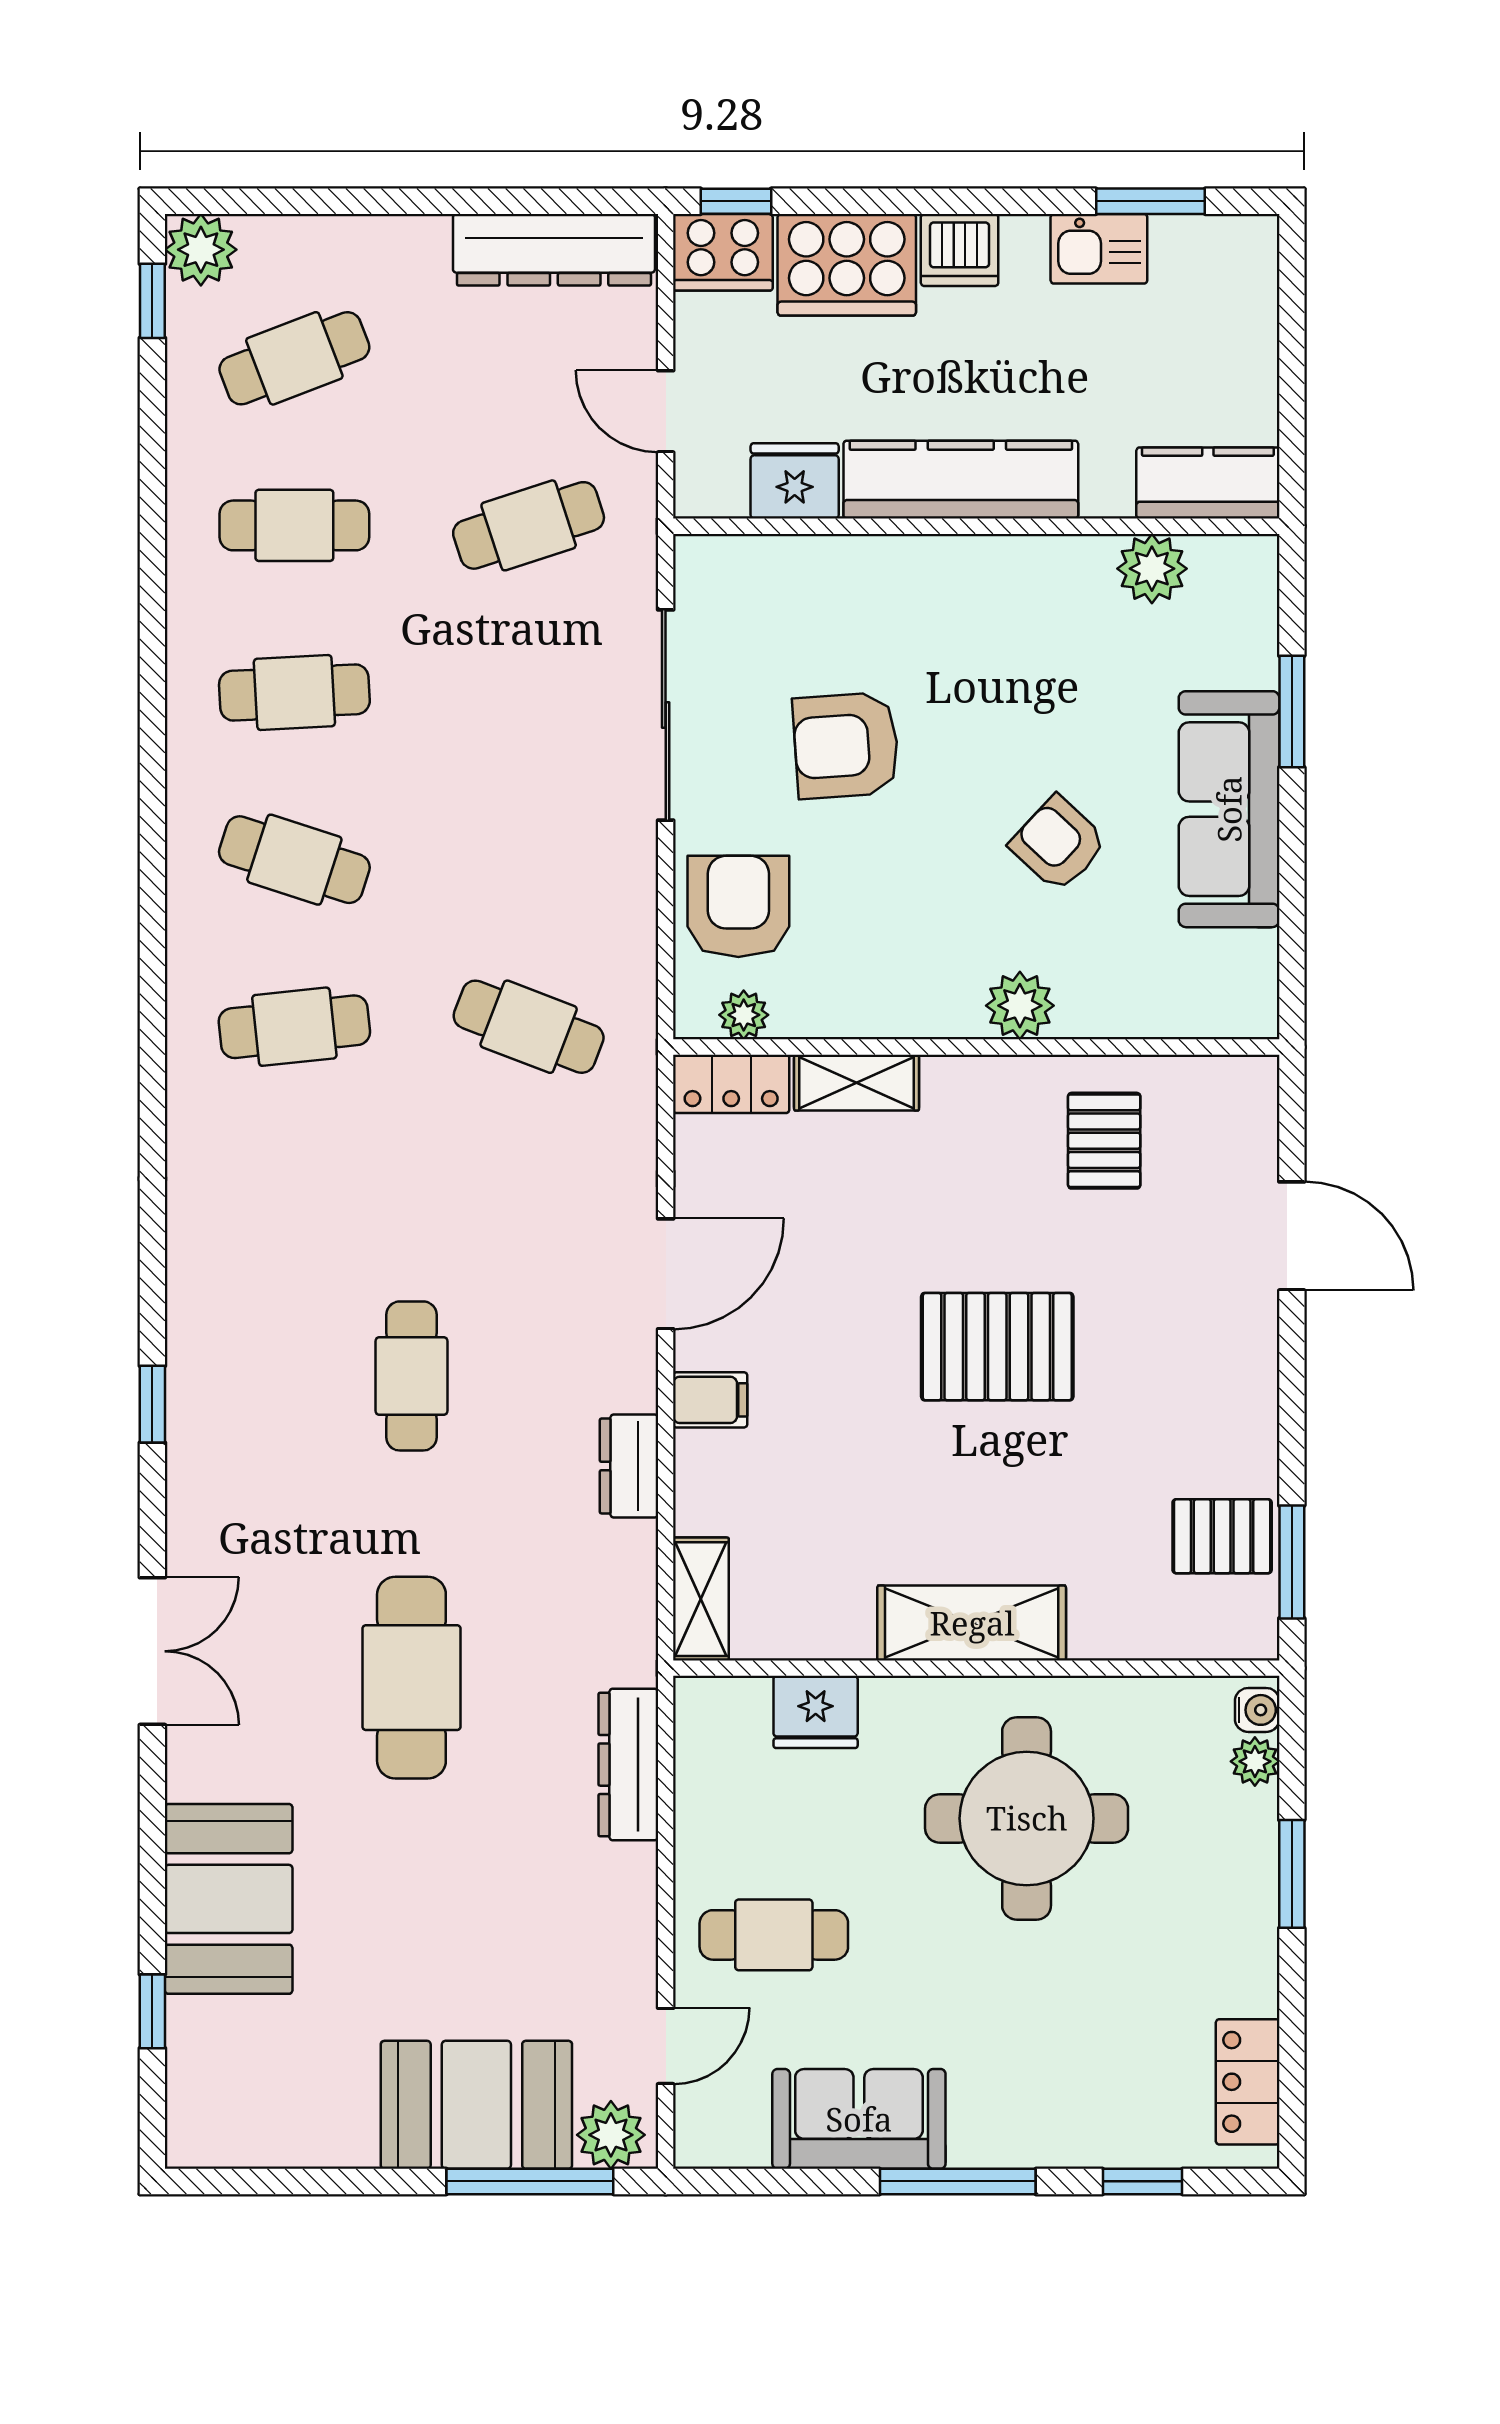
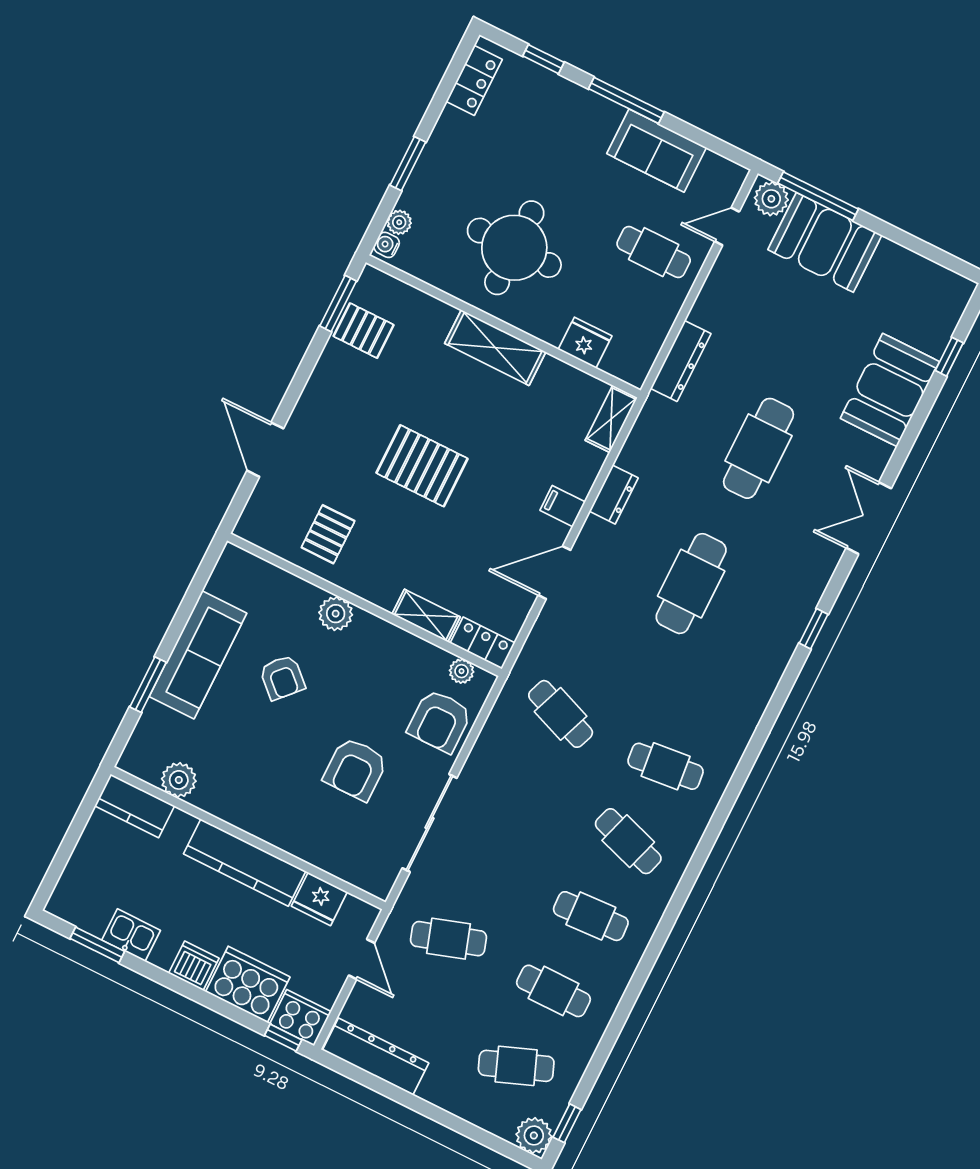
armchair: (846, 746) -> (355, 769), turned 94
cafe table: (411, 1376) -> (691, 584), width x1.37, depth x1.35

